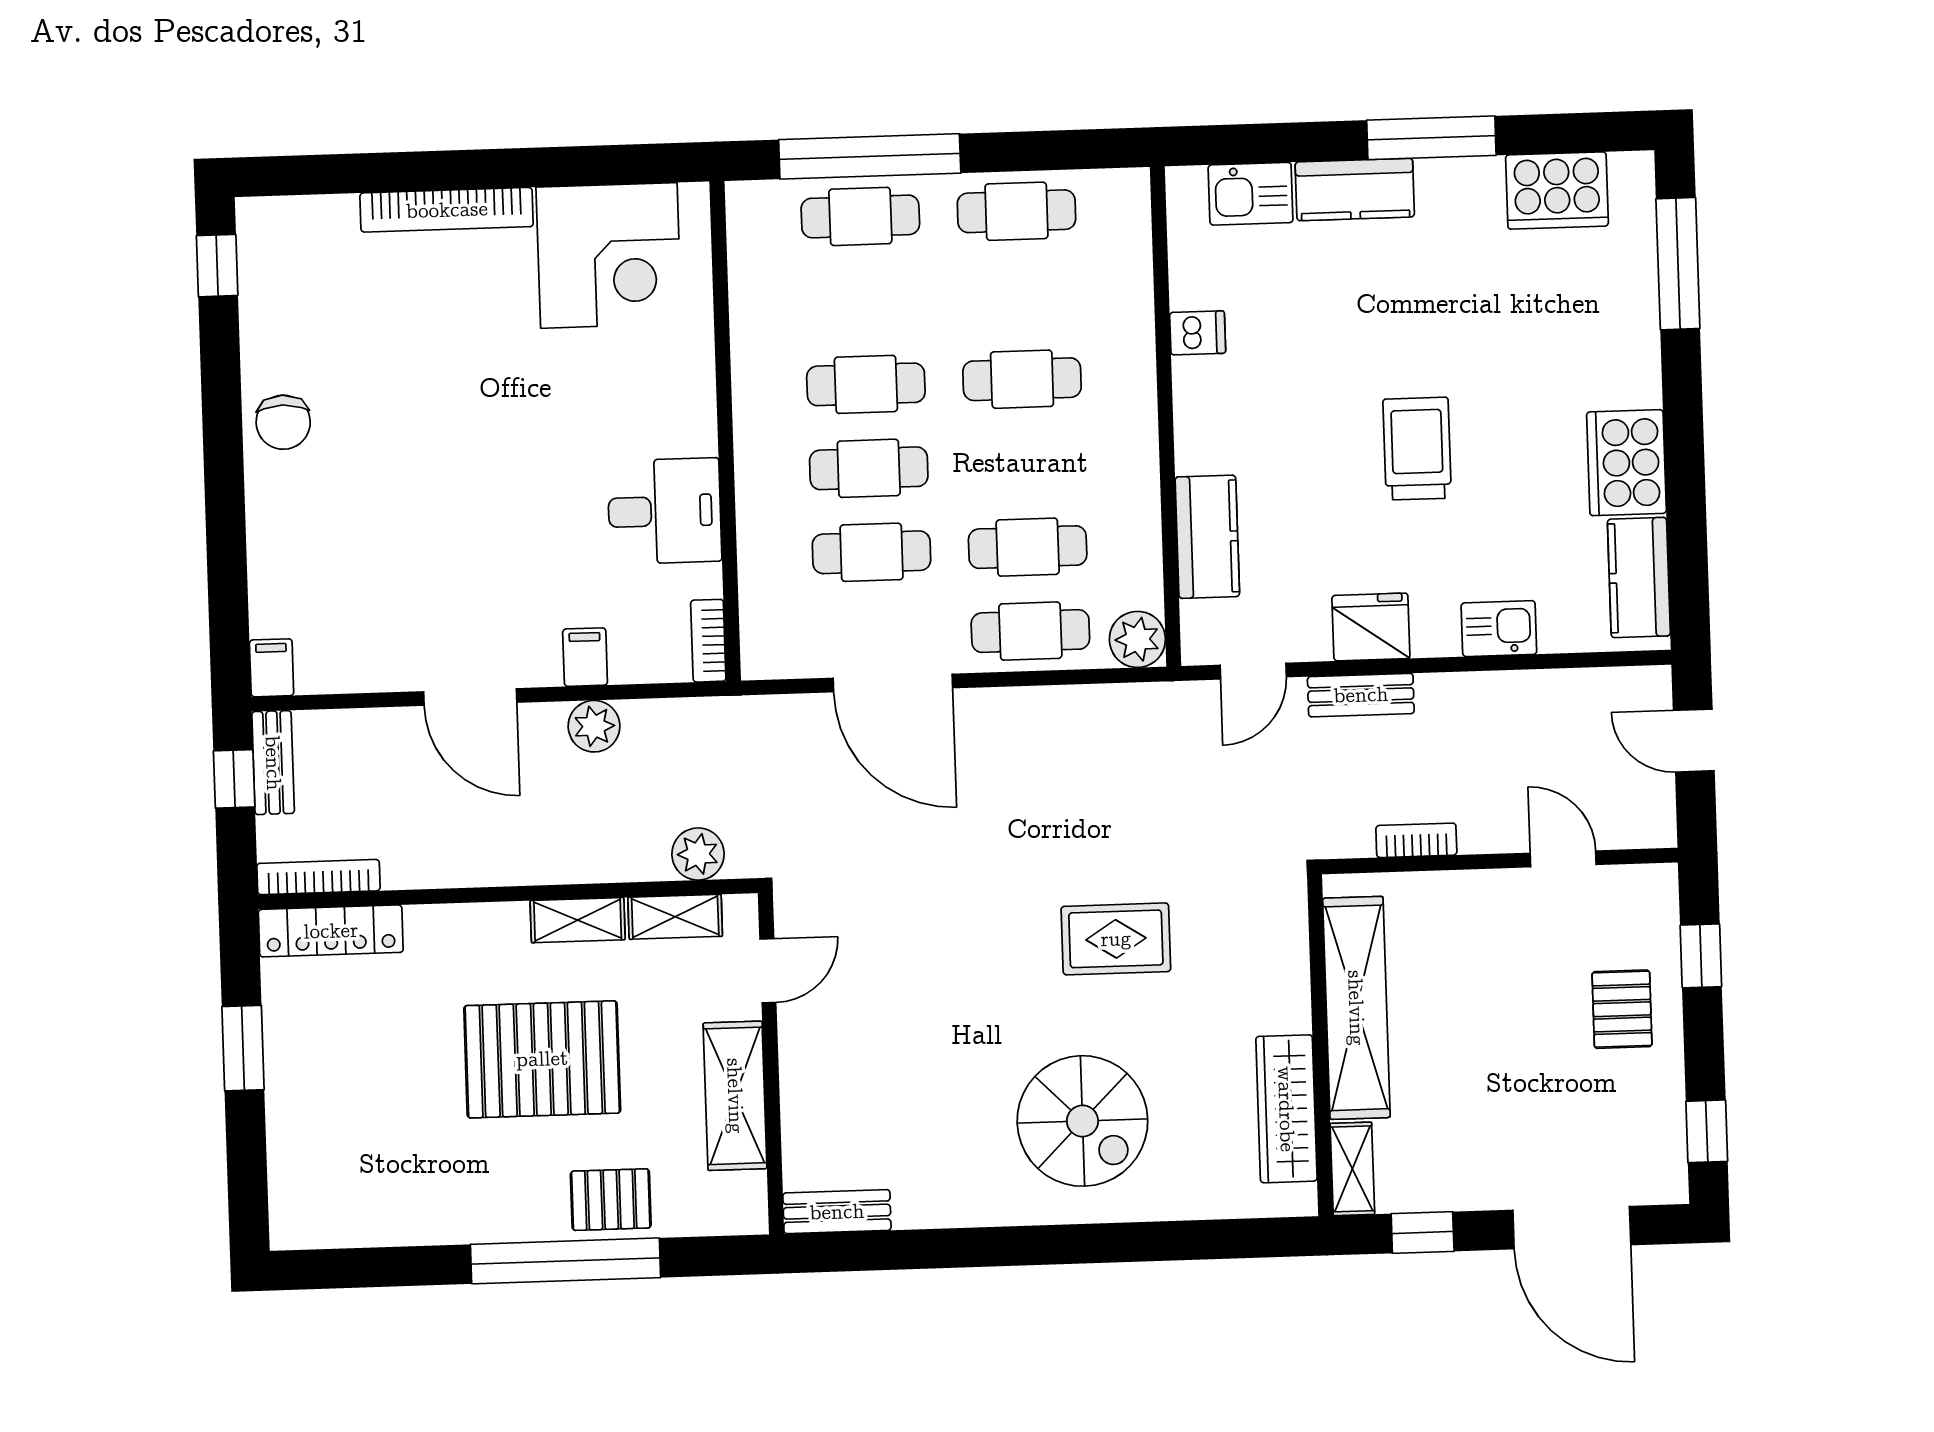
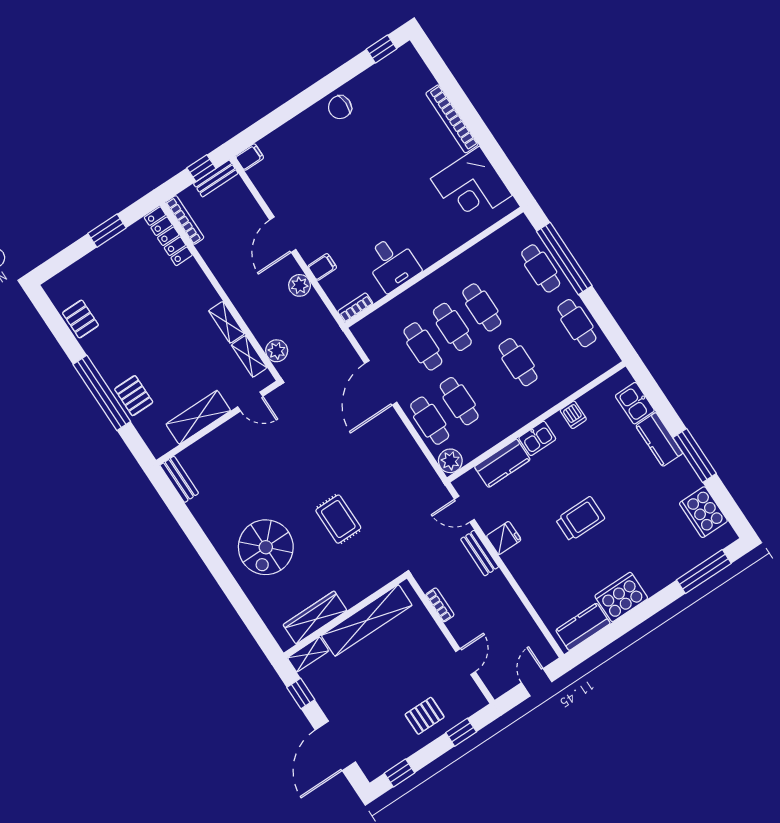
fridge: (1371, 627) -> (504, 538), width x0.72
kitchen sink: (1499, 629) -> (537, 438), moved, turned 90
pallet: (542, 1059) -> (80, 319), moved, width x0.49, depth x0.50

